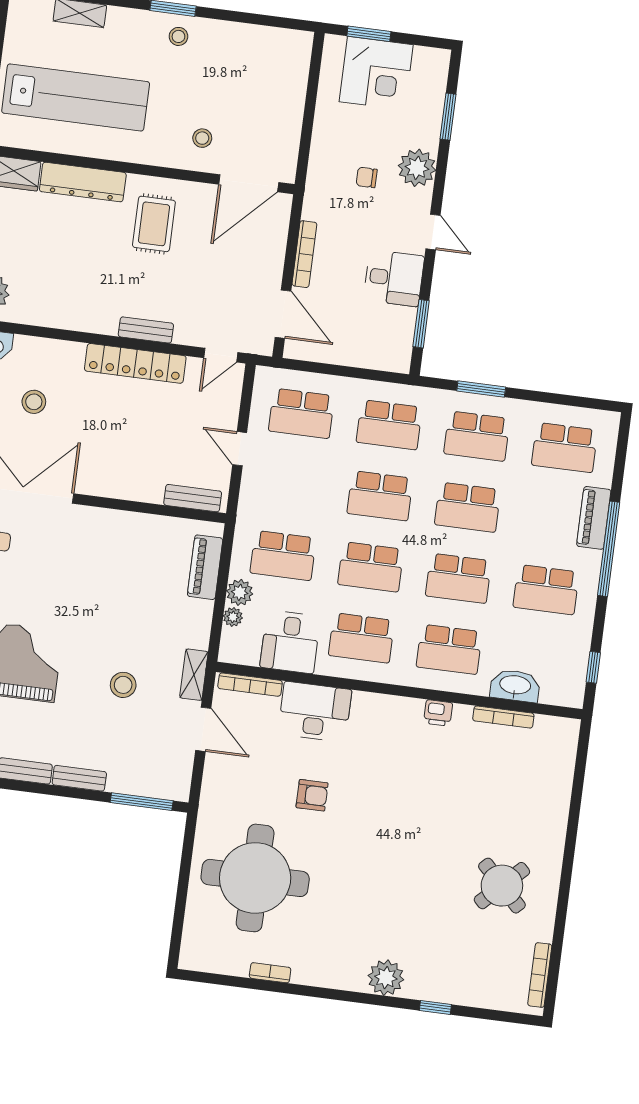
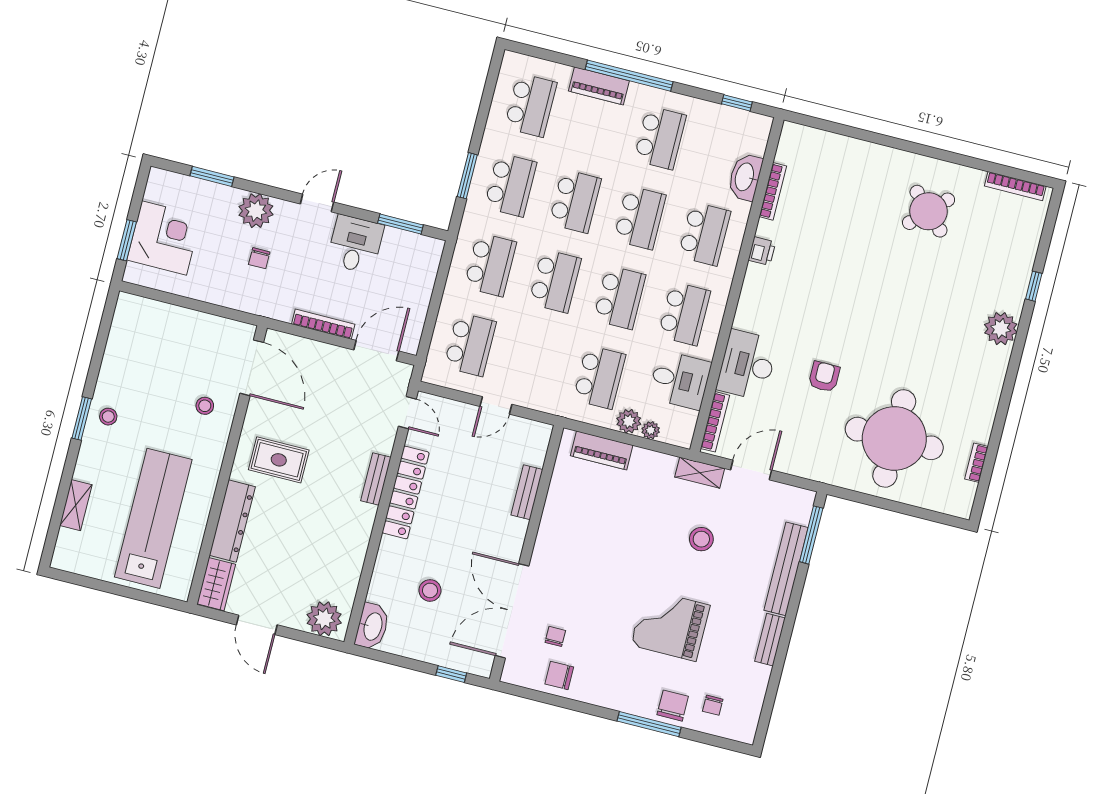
bench: (193, 498) -> (527, 492), moved
bench: (79, 778) -> (786, 569), width x1.86, depth x1.21
bookcase: (270, 973) -> (976, 463), moved

